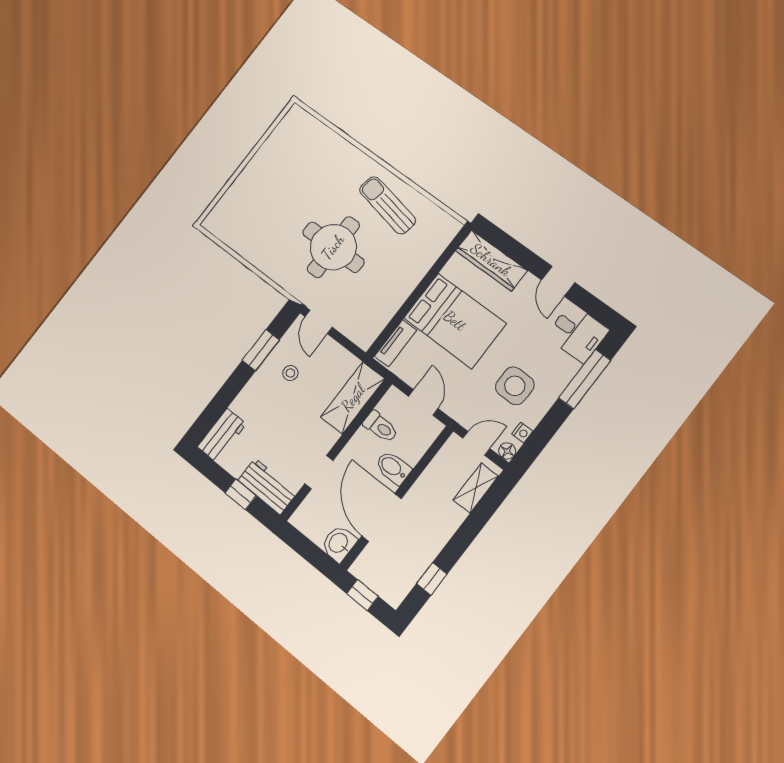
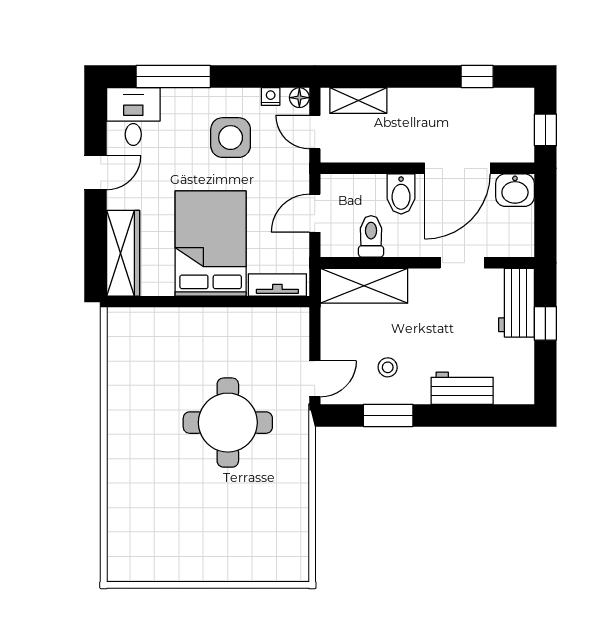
sun lounger: (387, 205) -> (144, 400), removed
workbench: (222, 435) -> (462, 388), moved

